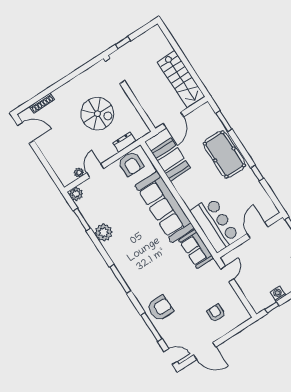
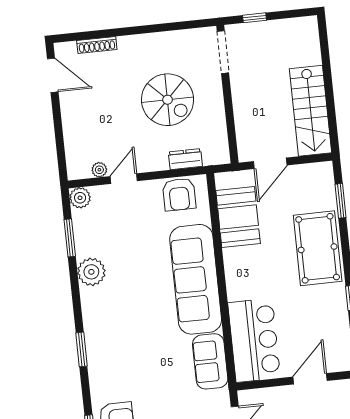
window: (120, 279) -> (81, 349), width x0.69

